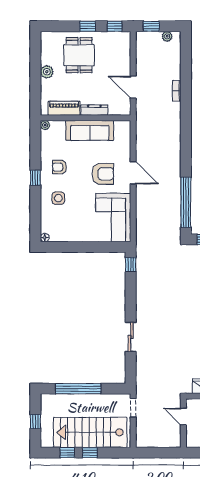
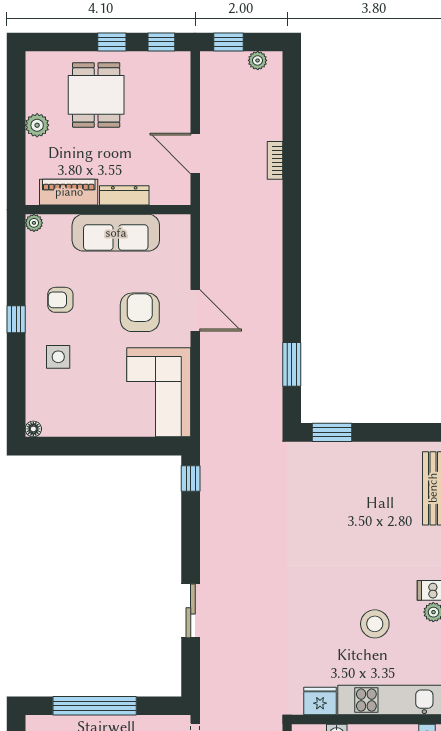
armchair: (103, 174) -> (140, 312), turned -90
window: (186, 202) -> (292, 364), width x0.47

